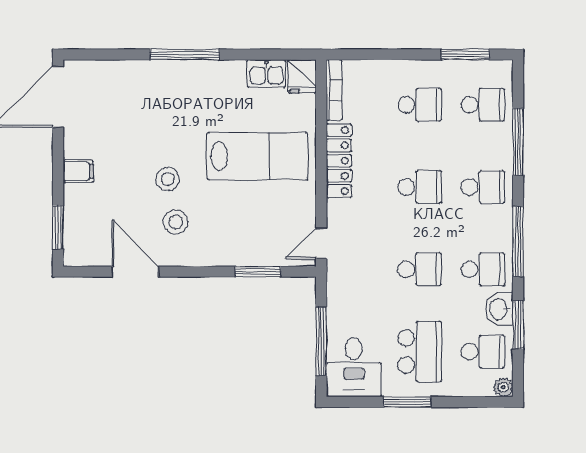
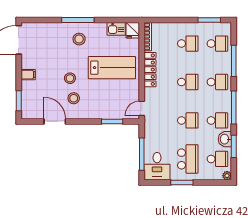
stool: (187, 95) -> (79, 39), added

